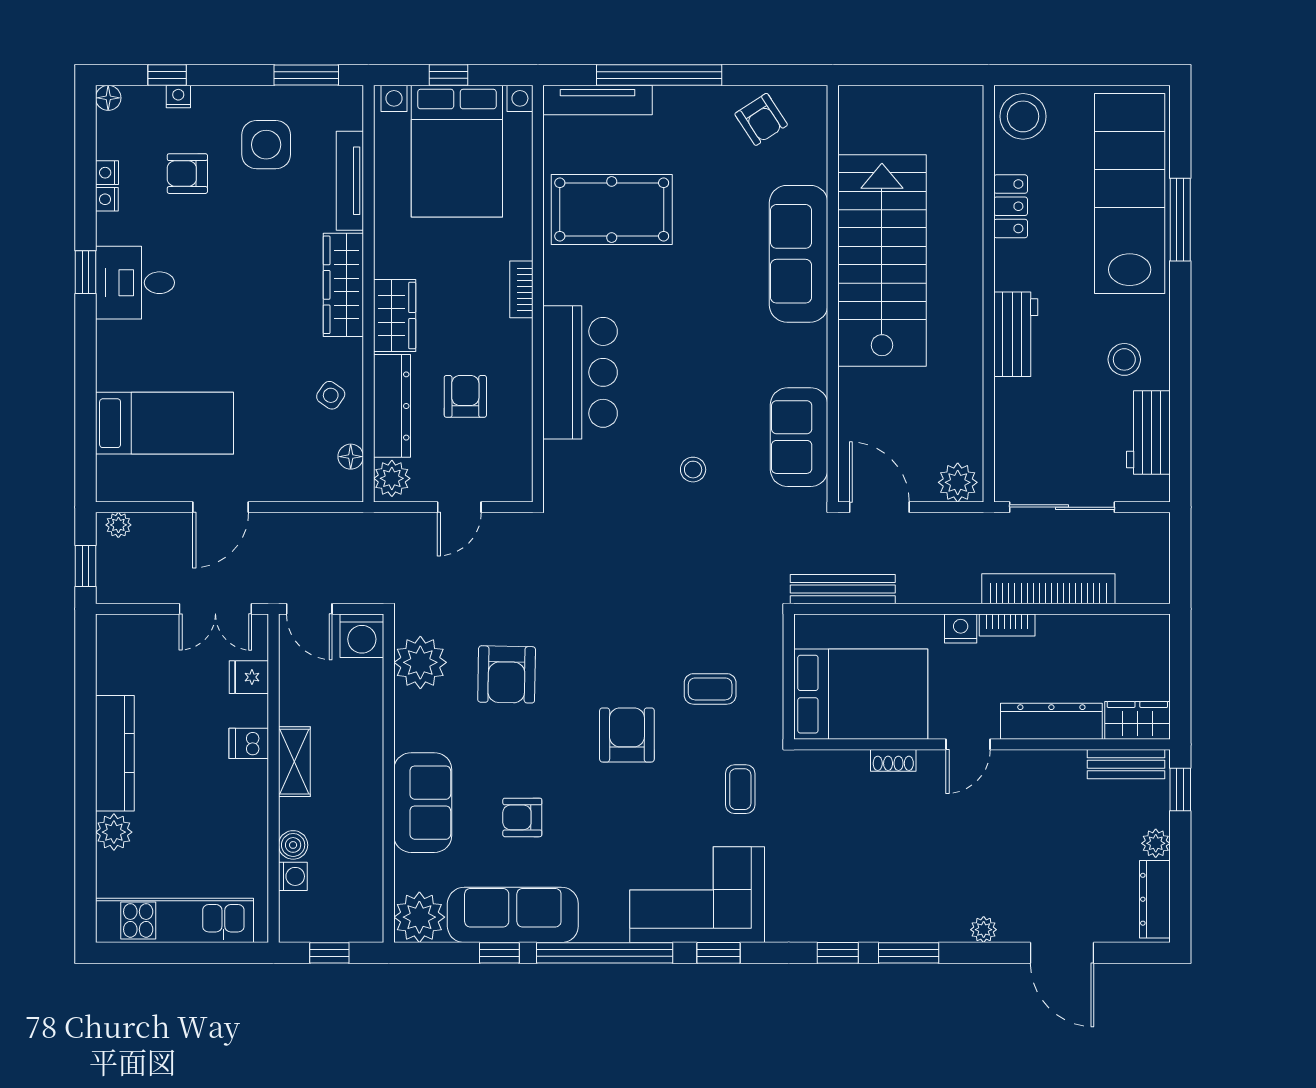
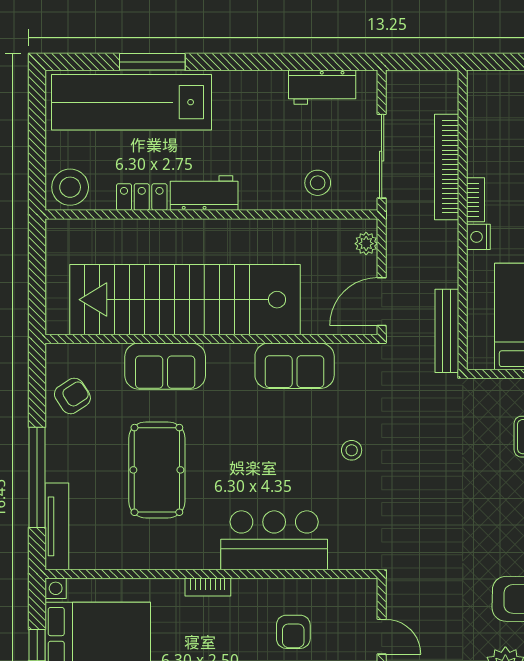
pool table: (612, 210) -> (157, 470), moved
sofa: (799, 254) -> (165, 366), width x0.73
stairs: (882, 260) -> (185, 300), width x1.36
workbench: (1016, 334) -> (204, 193), moved
stool: (1124, 359) -> (318, 183), moved
armchair: (465, 396) -> (293, 632), turned -90
sofa: (799, 437) -> (295, 366), moved
plant: (958, 482) -> (366, 244), width x0.73, depth x0.73

